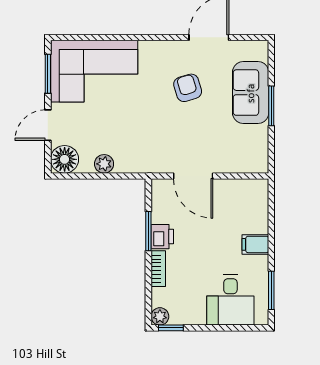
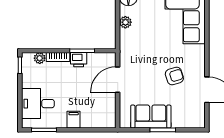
sofa: (251, 93) -> (151, 117), moved
plant: (160, 316) -> (40, 58), moved

